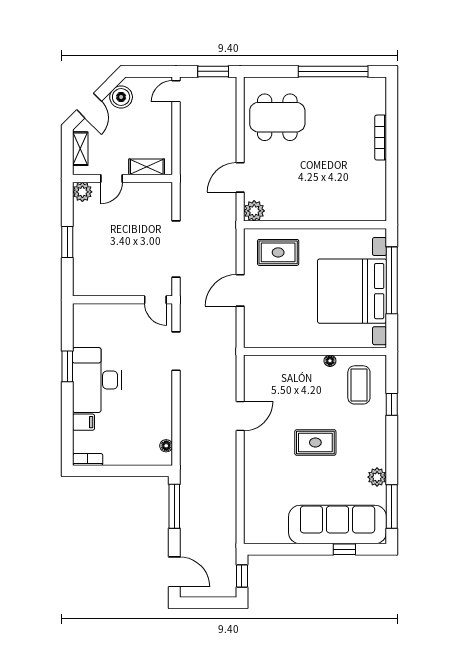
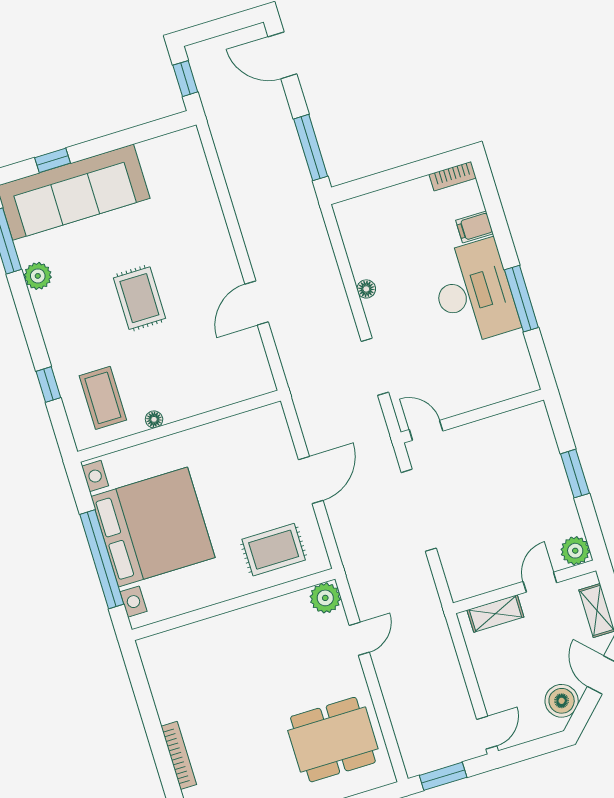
door: (240, 177) -> (359, 639), width x0.73
window: (67, 366) -> (521, 299), width x1.44
rug: (315, 442) -> (139, 298), turned 90
floor lamp: (166, 446) -> (366, 289), moved

